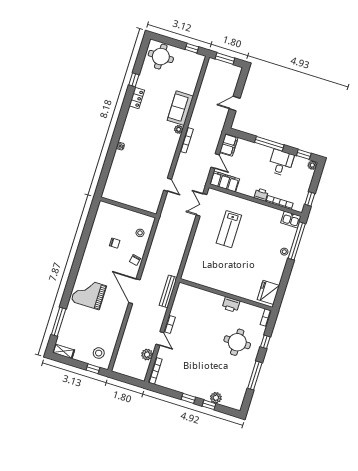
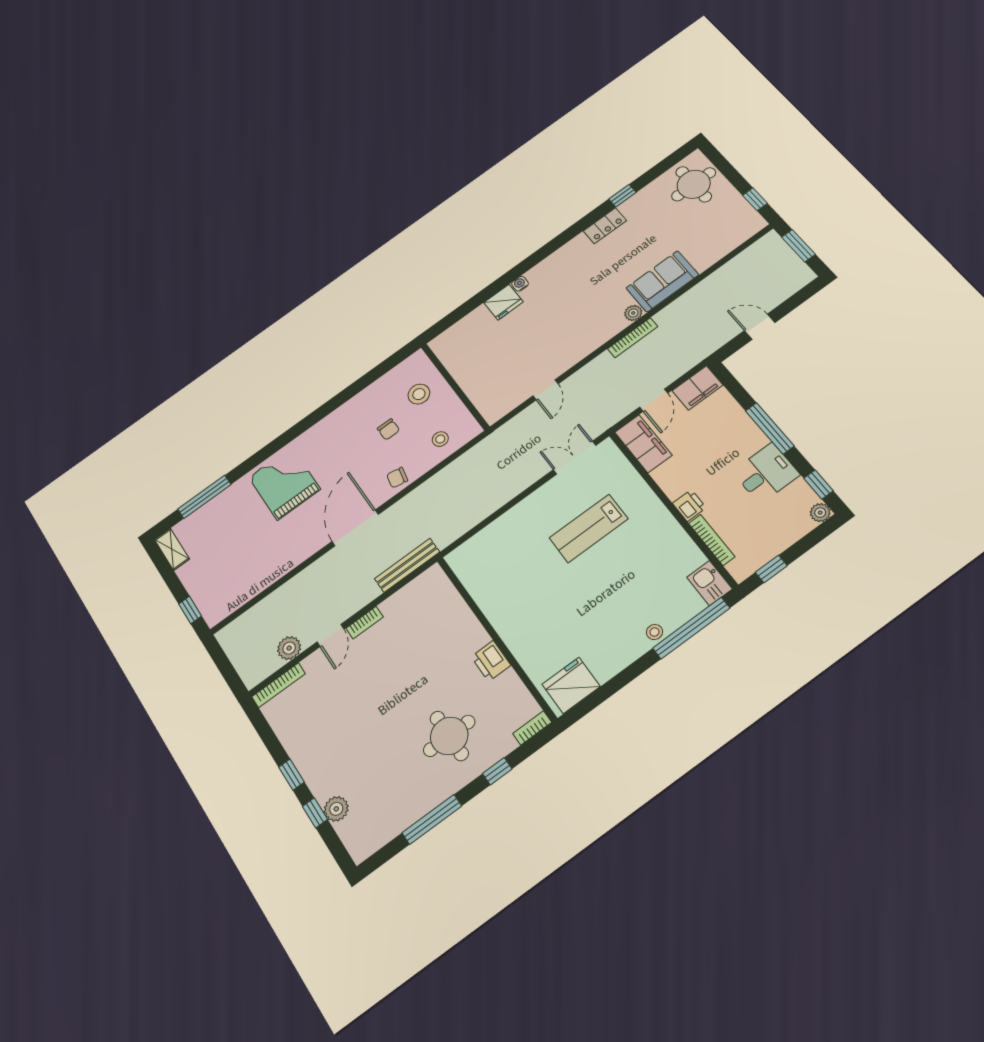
fridge: (120, 159) -> (503, 302), added
stool: (99, 353) -> (419, 394), moved

